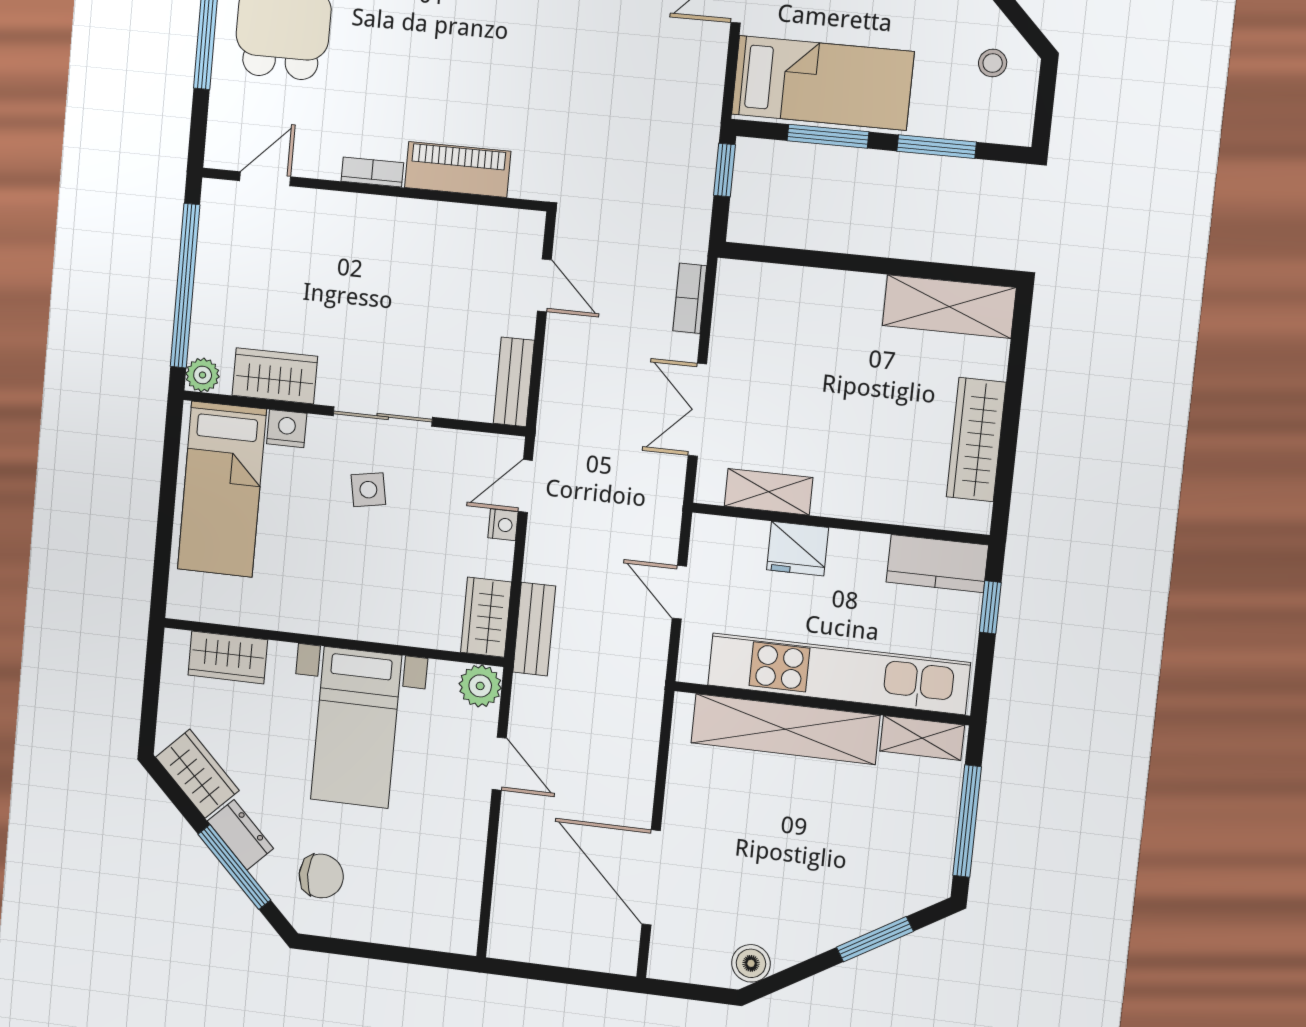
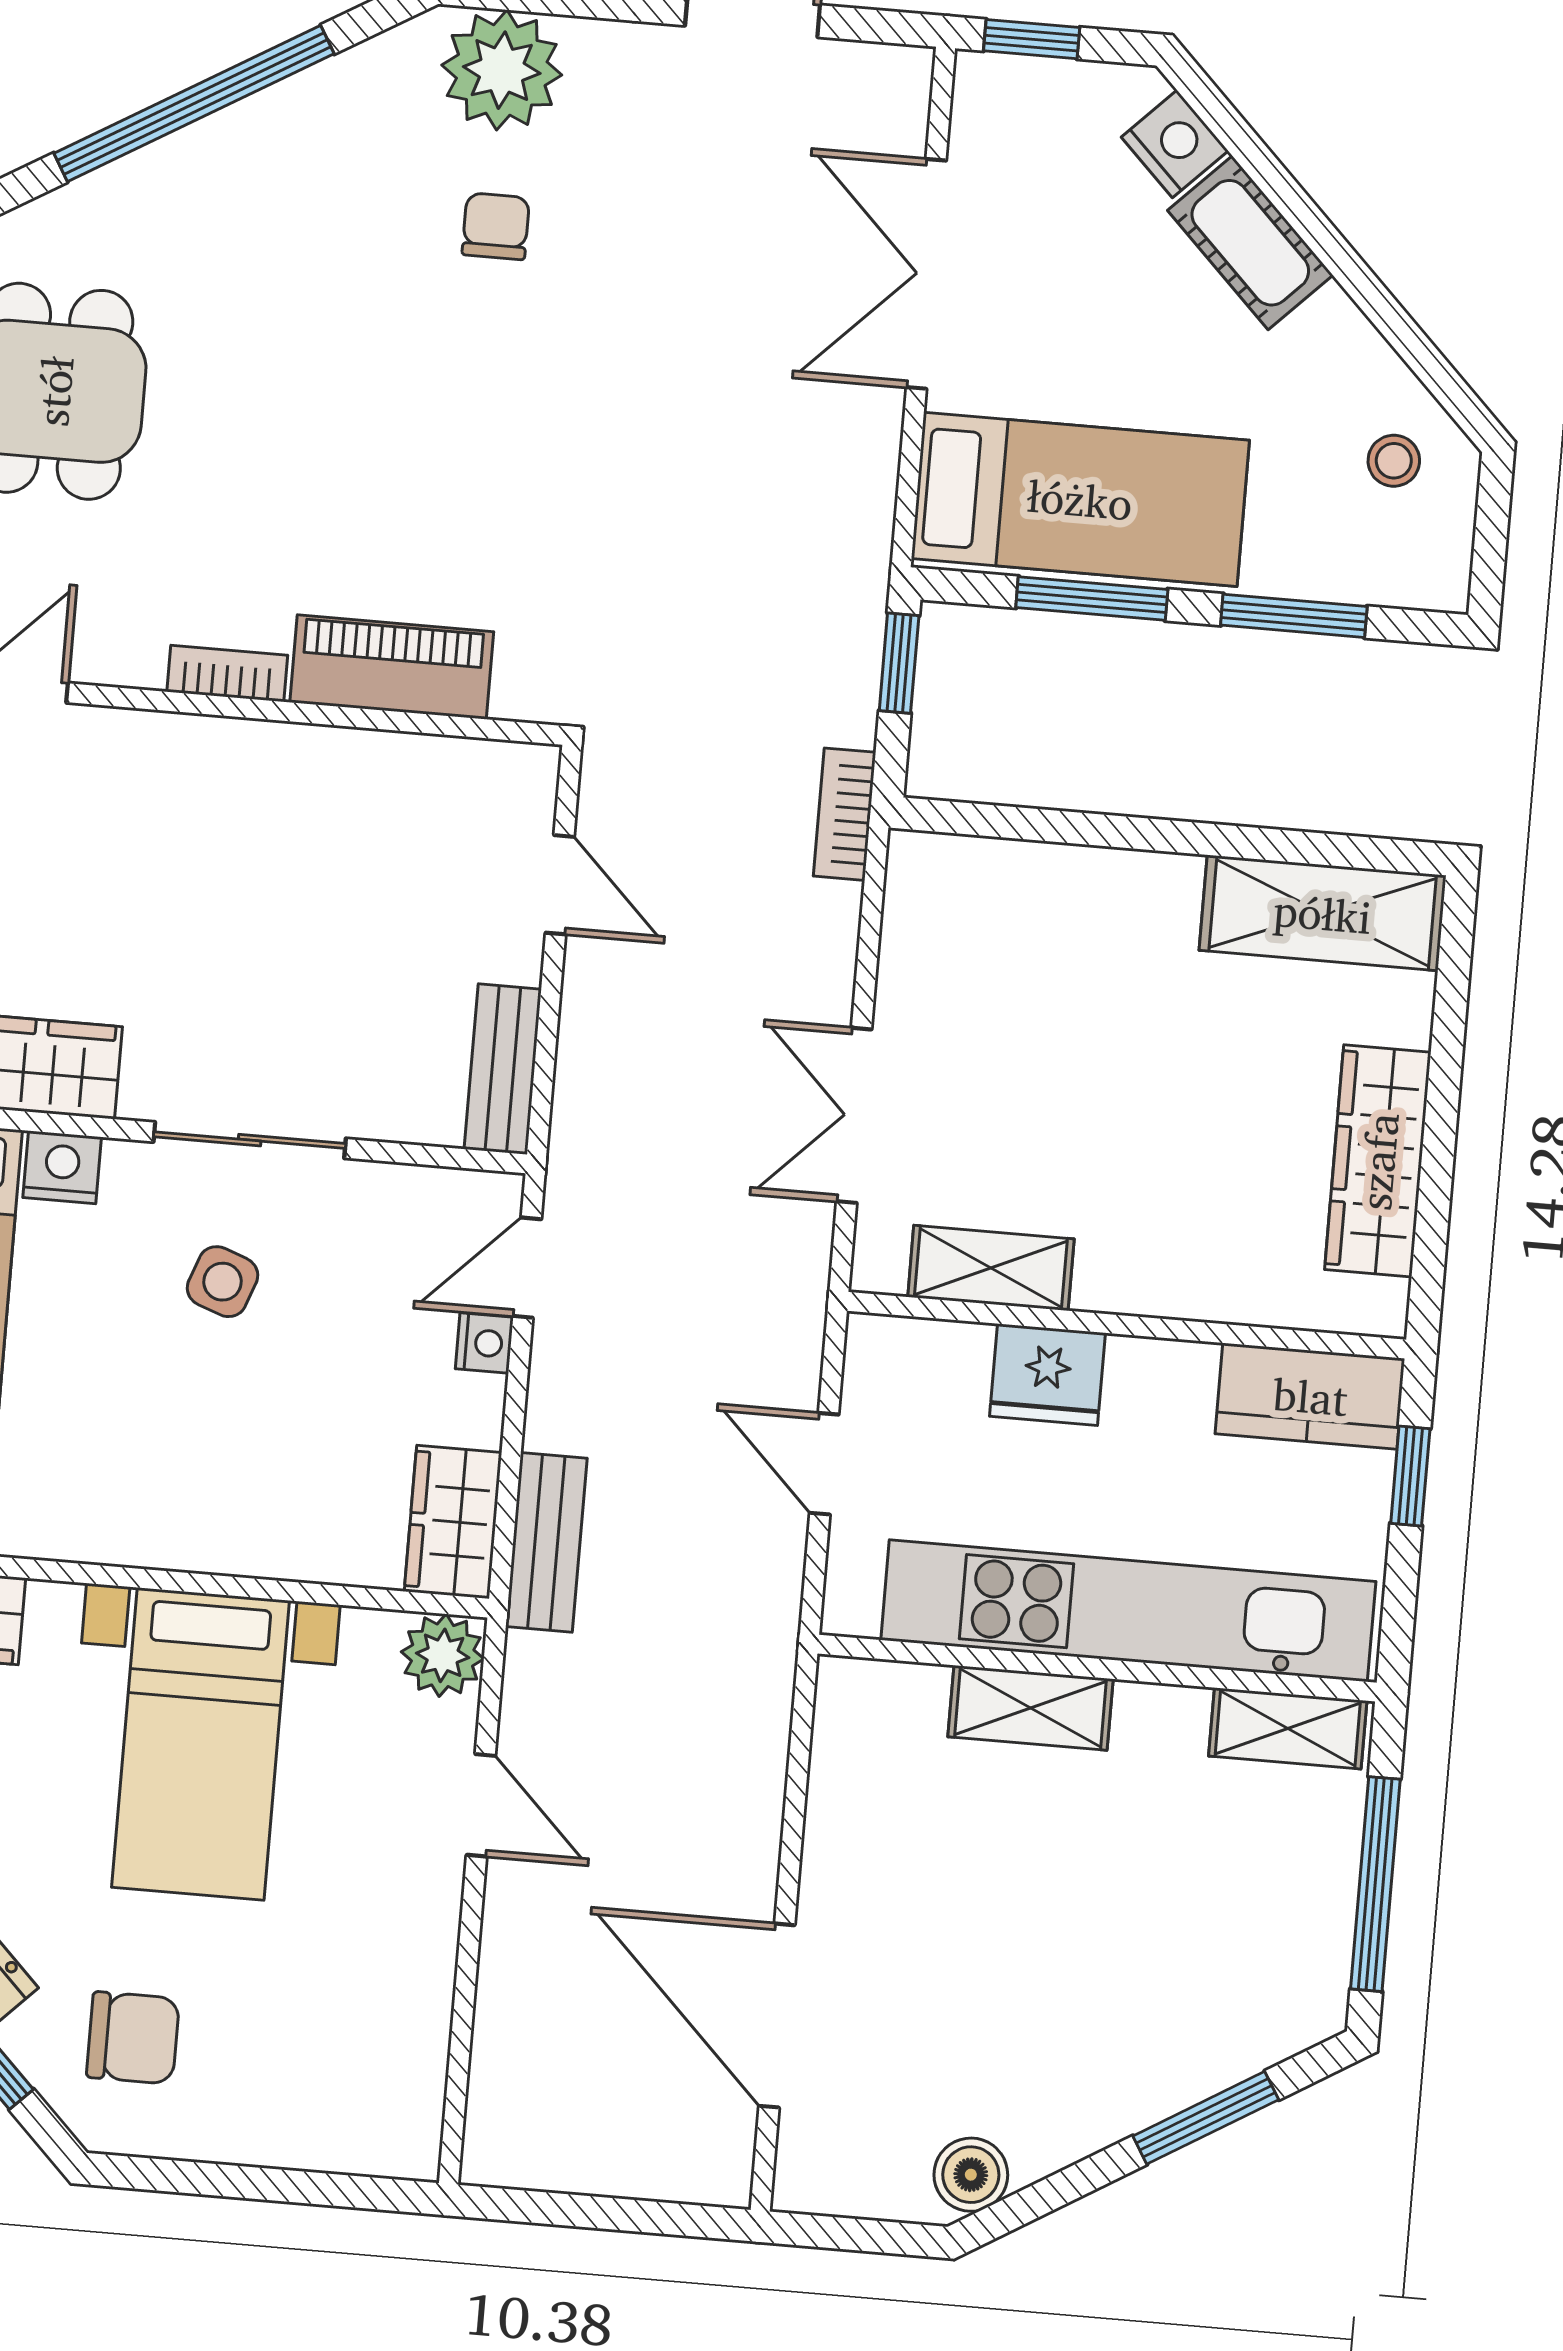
bookcase: (690, 298) -> (845, 814), moved
side table: (368, 490) -> (222, 1282), turned 30
shelving: (785, 729) -> (1030, 1708), width x0.45, depth x0.75

